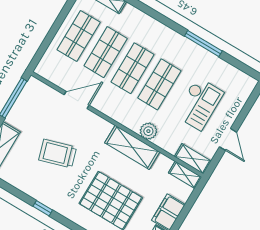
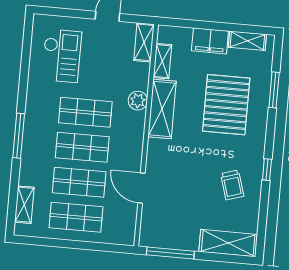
window: (203, 44) -> (19, 136), moved
checkout: (199, 104) -> (62, 56), moved, turned 90
trolley: (58, 154) -> (232, 185), moved, width x0.73, depth x0.72
shelving: (185, 175) -> (162, 61), moved

